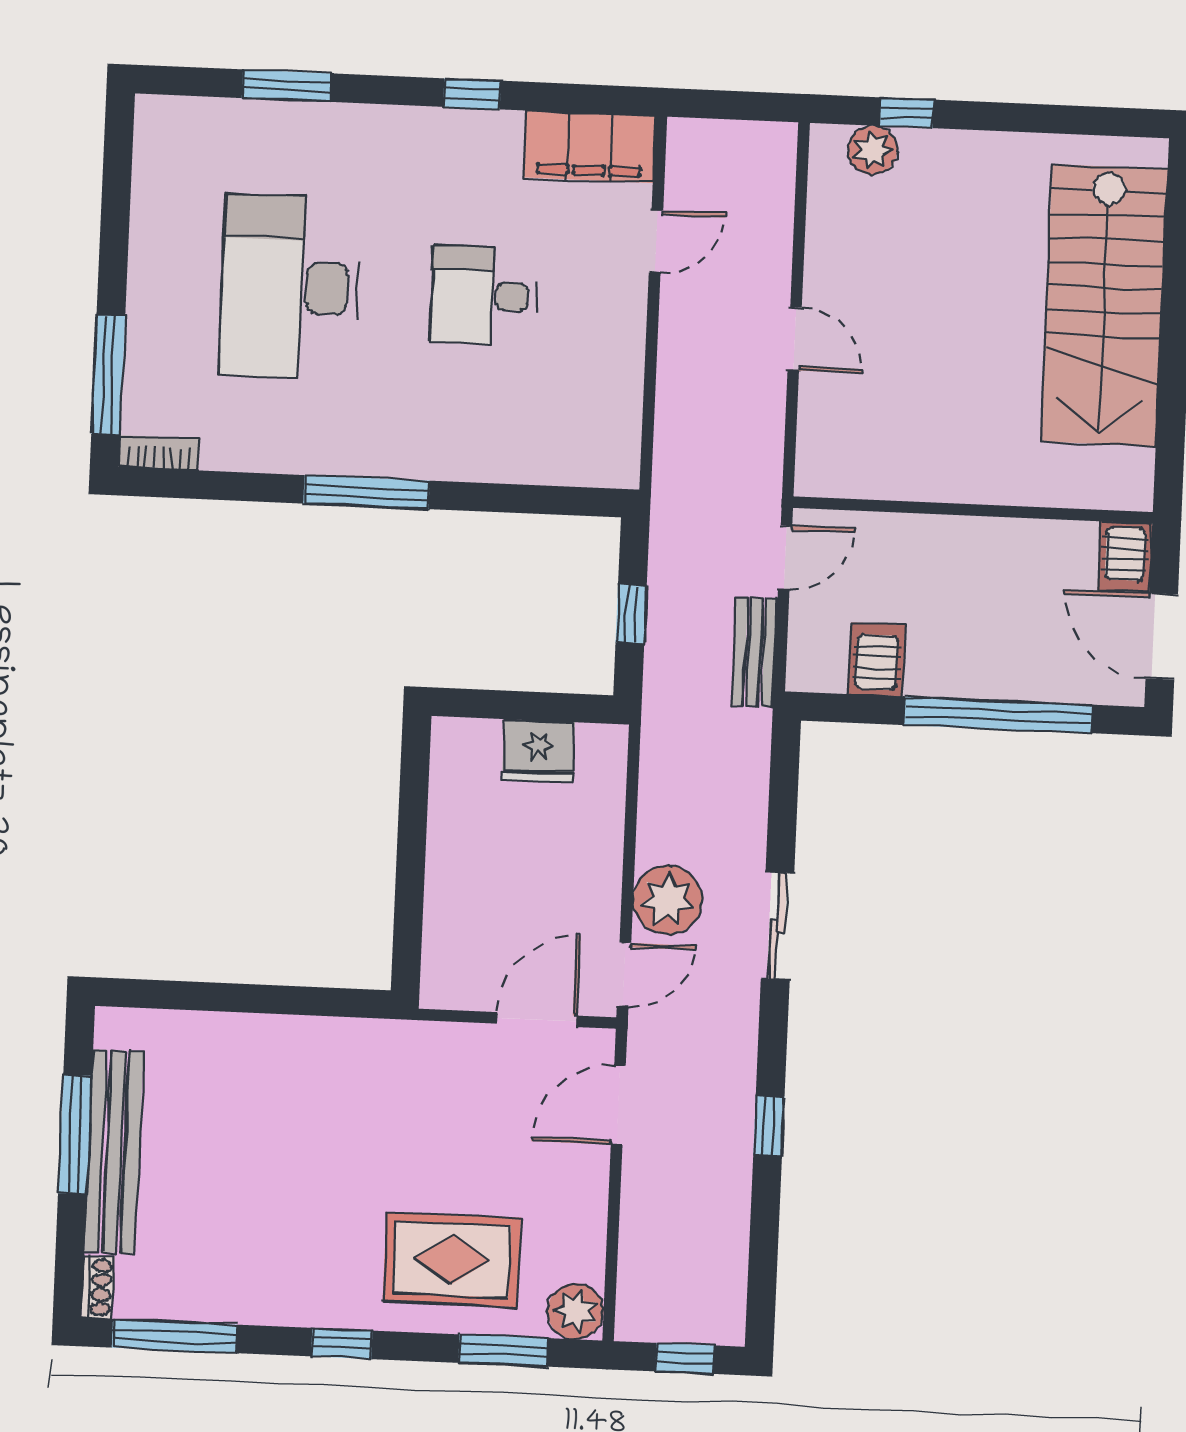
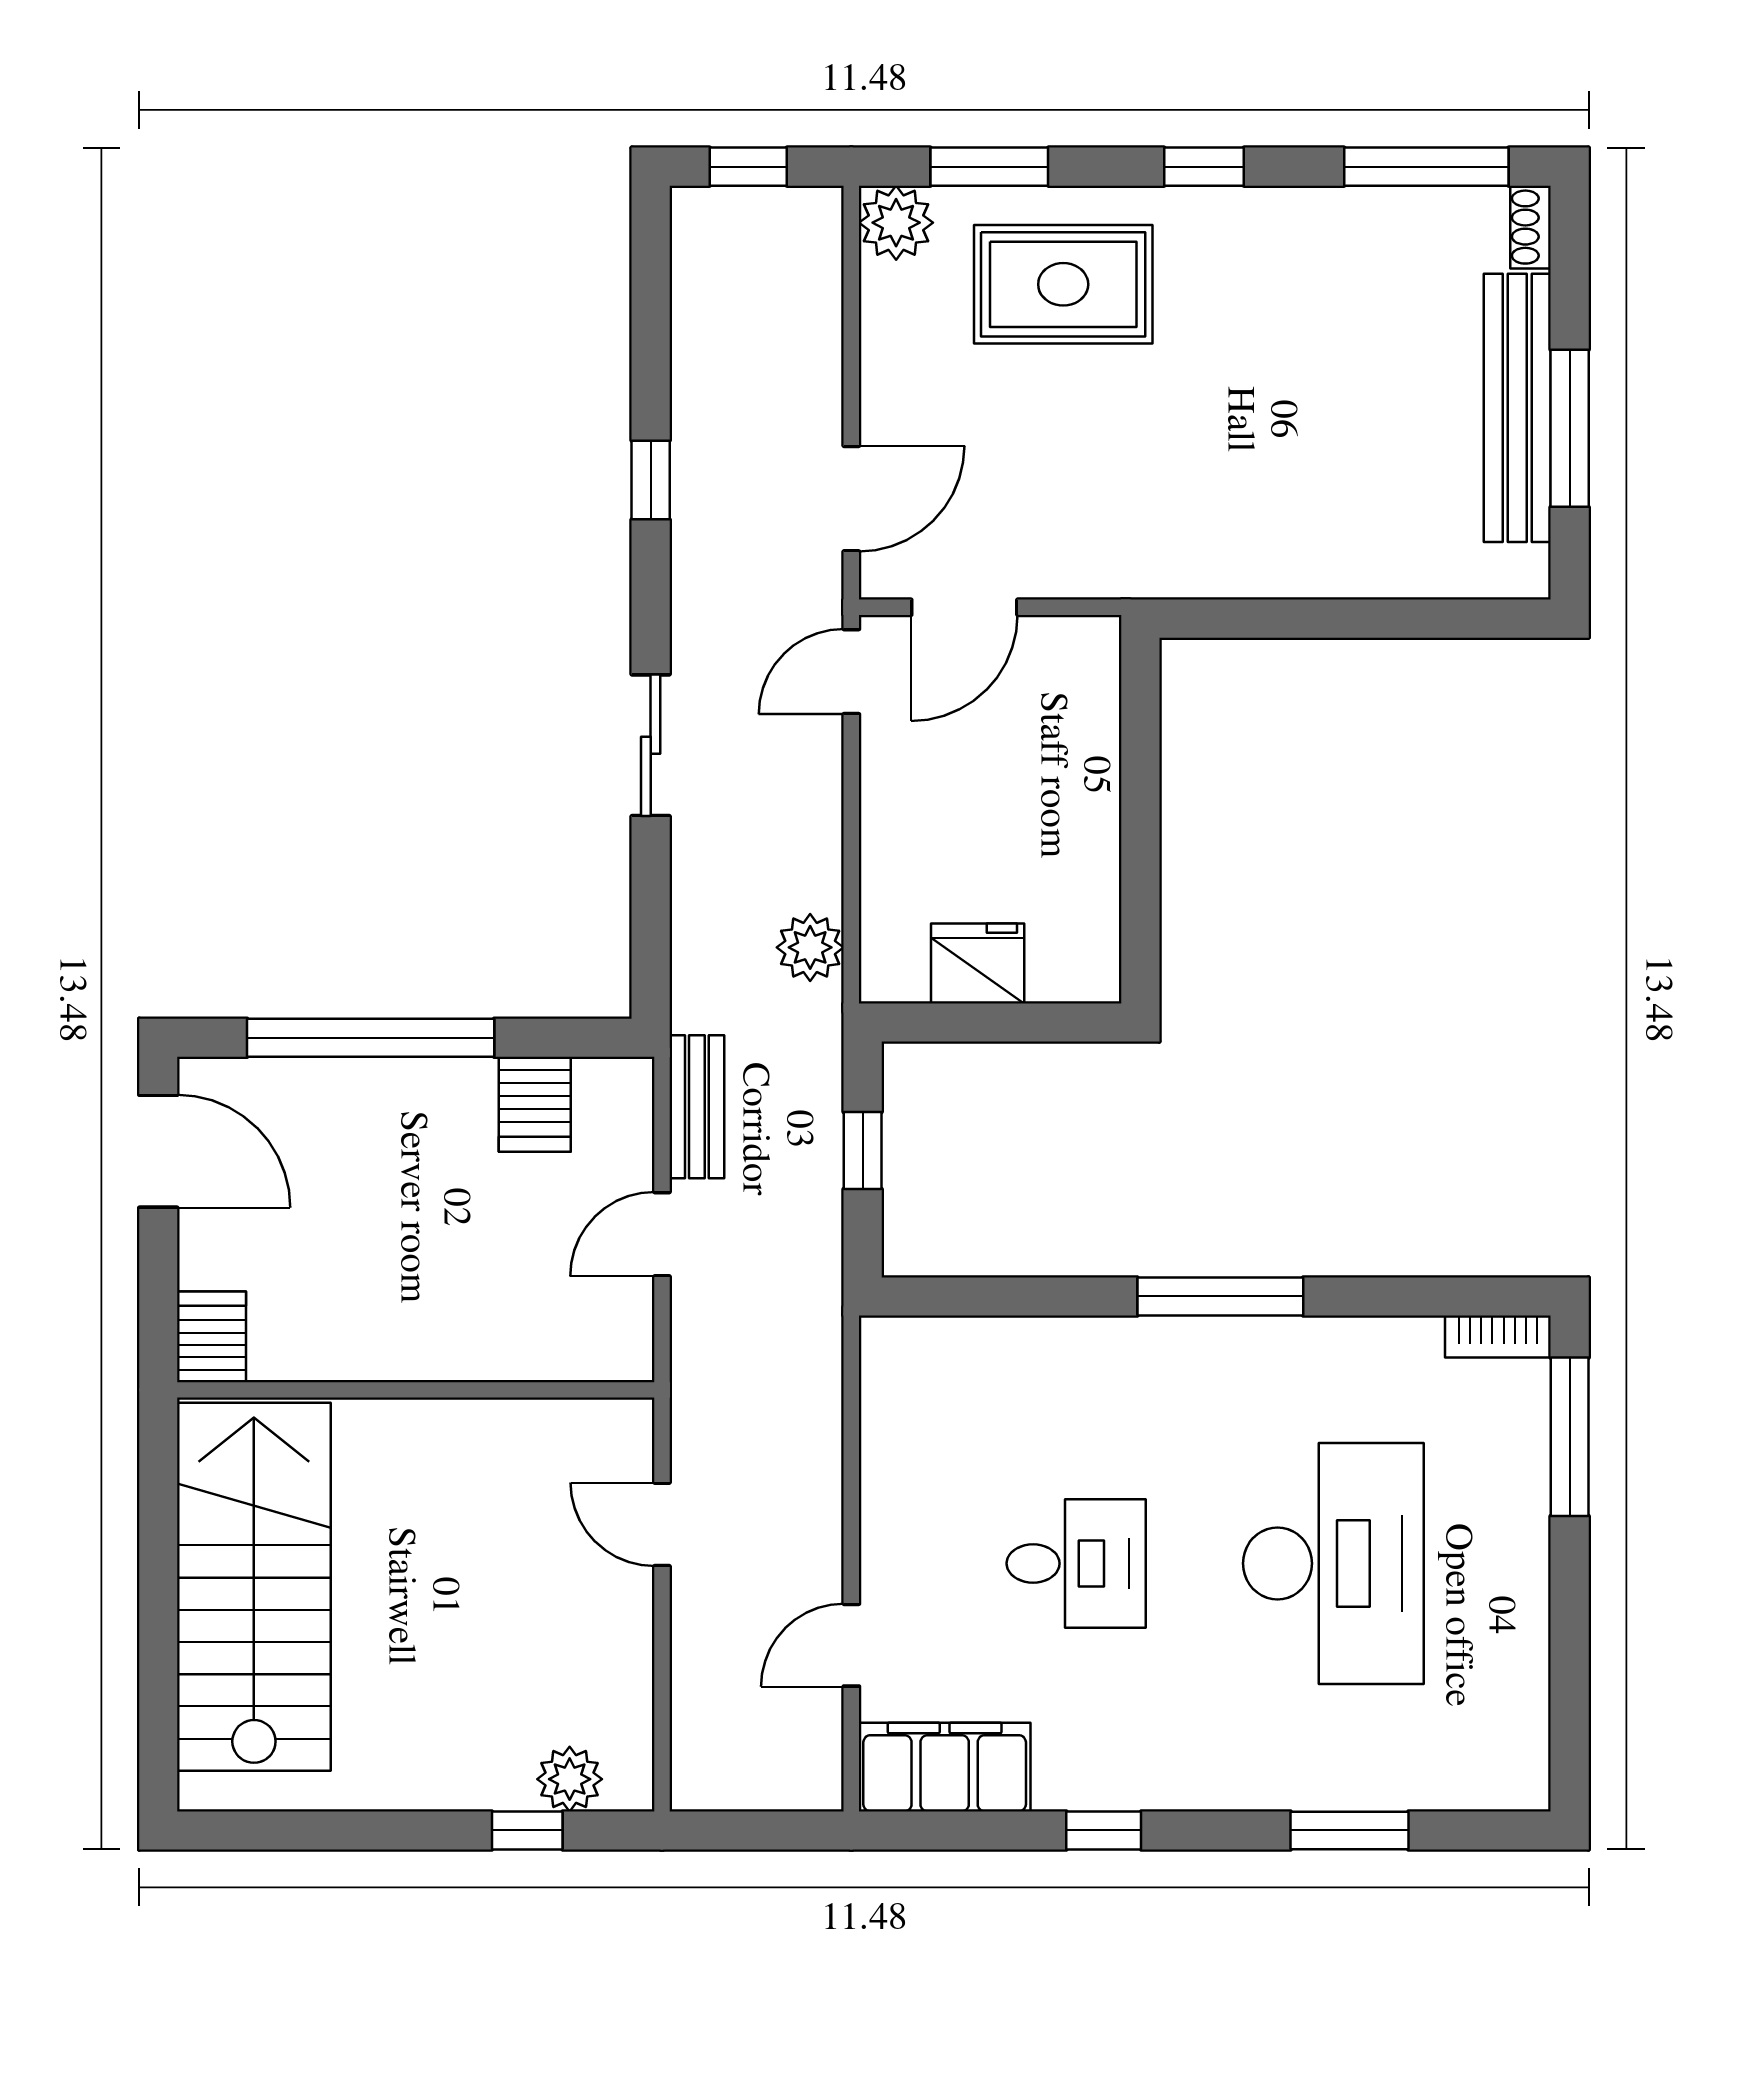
wall: (973, 510) -> (416, 1390), moved
server rack: (1125, 557) -> (211, 1337), moved
plant: (668, 900) -> (810, 947), moved, width x0.73, depth x0.73

